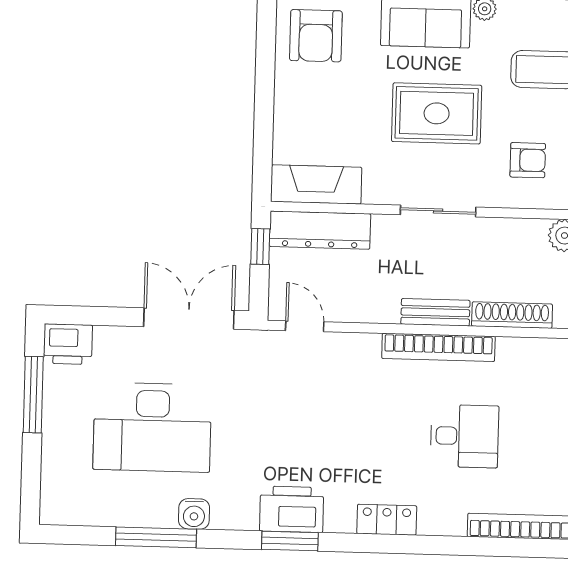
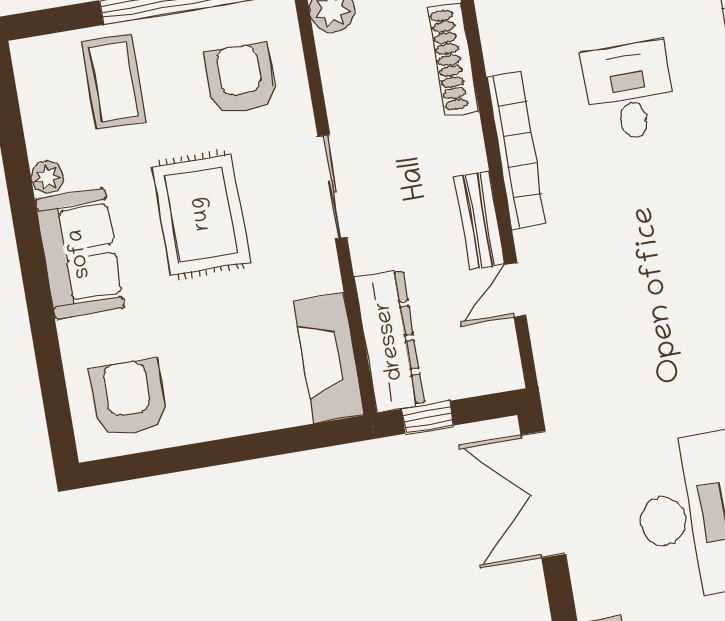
armchair: (316, 36) -> (128, 398), turned -90
armchair: (528, 160) -> (240, 79), width x1.38, depth x1.38
bench: (435, 312) -> (479, 221), moved
door: (305, 326) -> (516, 290), moved

